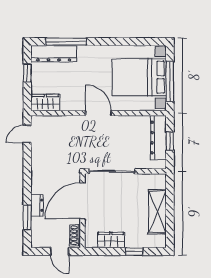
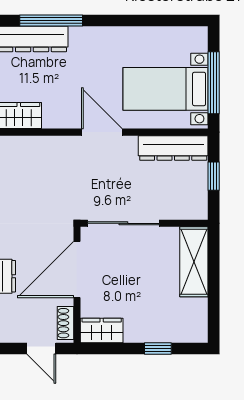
bed with nightstands: (139, 77) -> (166, 89), width x0.73
dresser: (158, 138) -> (173, 148), moved, turned -90
shelving: (157, 212) -> (194, 262), moved
wardrobe: (111, 240) -> (102, 331), moved

